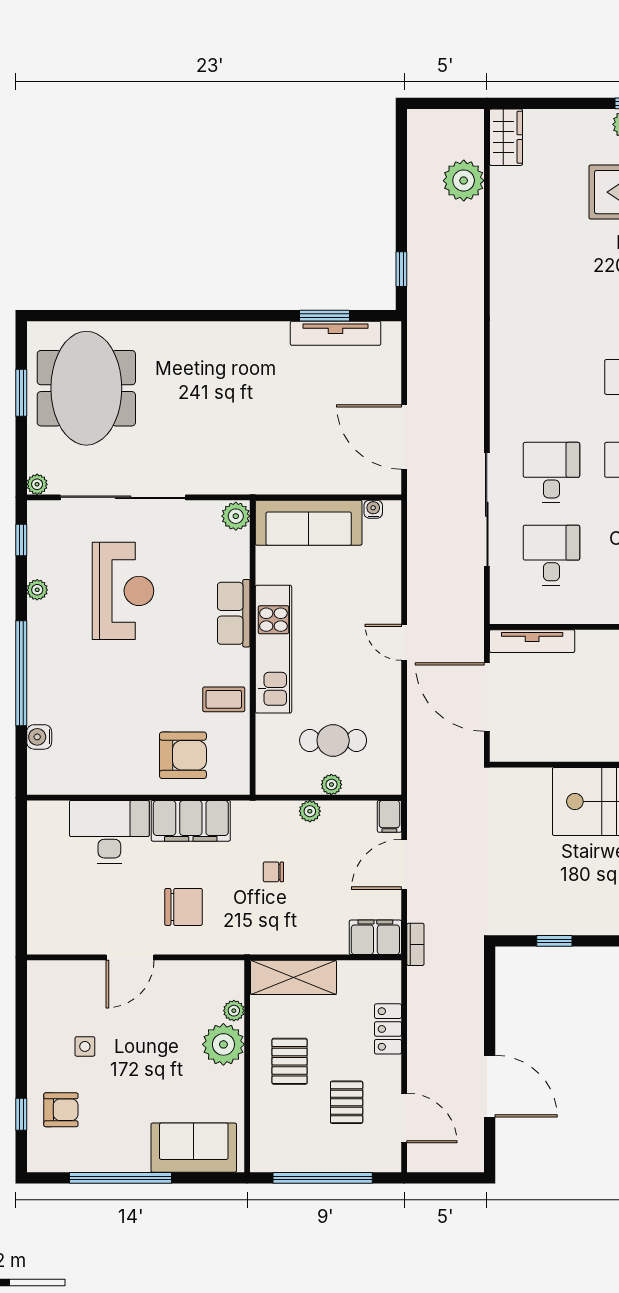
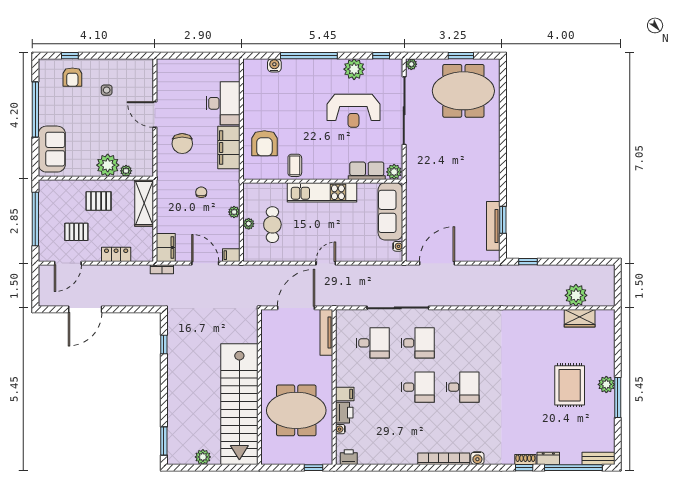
wardrobe: (506, 137) -> (580, 318), moved
plant: (37, 590) -> (354, 69), width x1.87, depth x1.87
row of seats: (234, 613) -> (367, 171), moved

